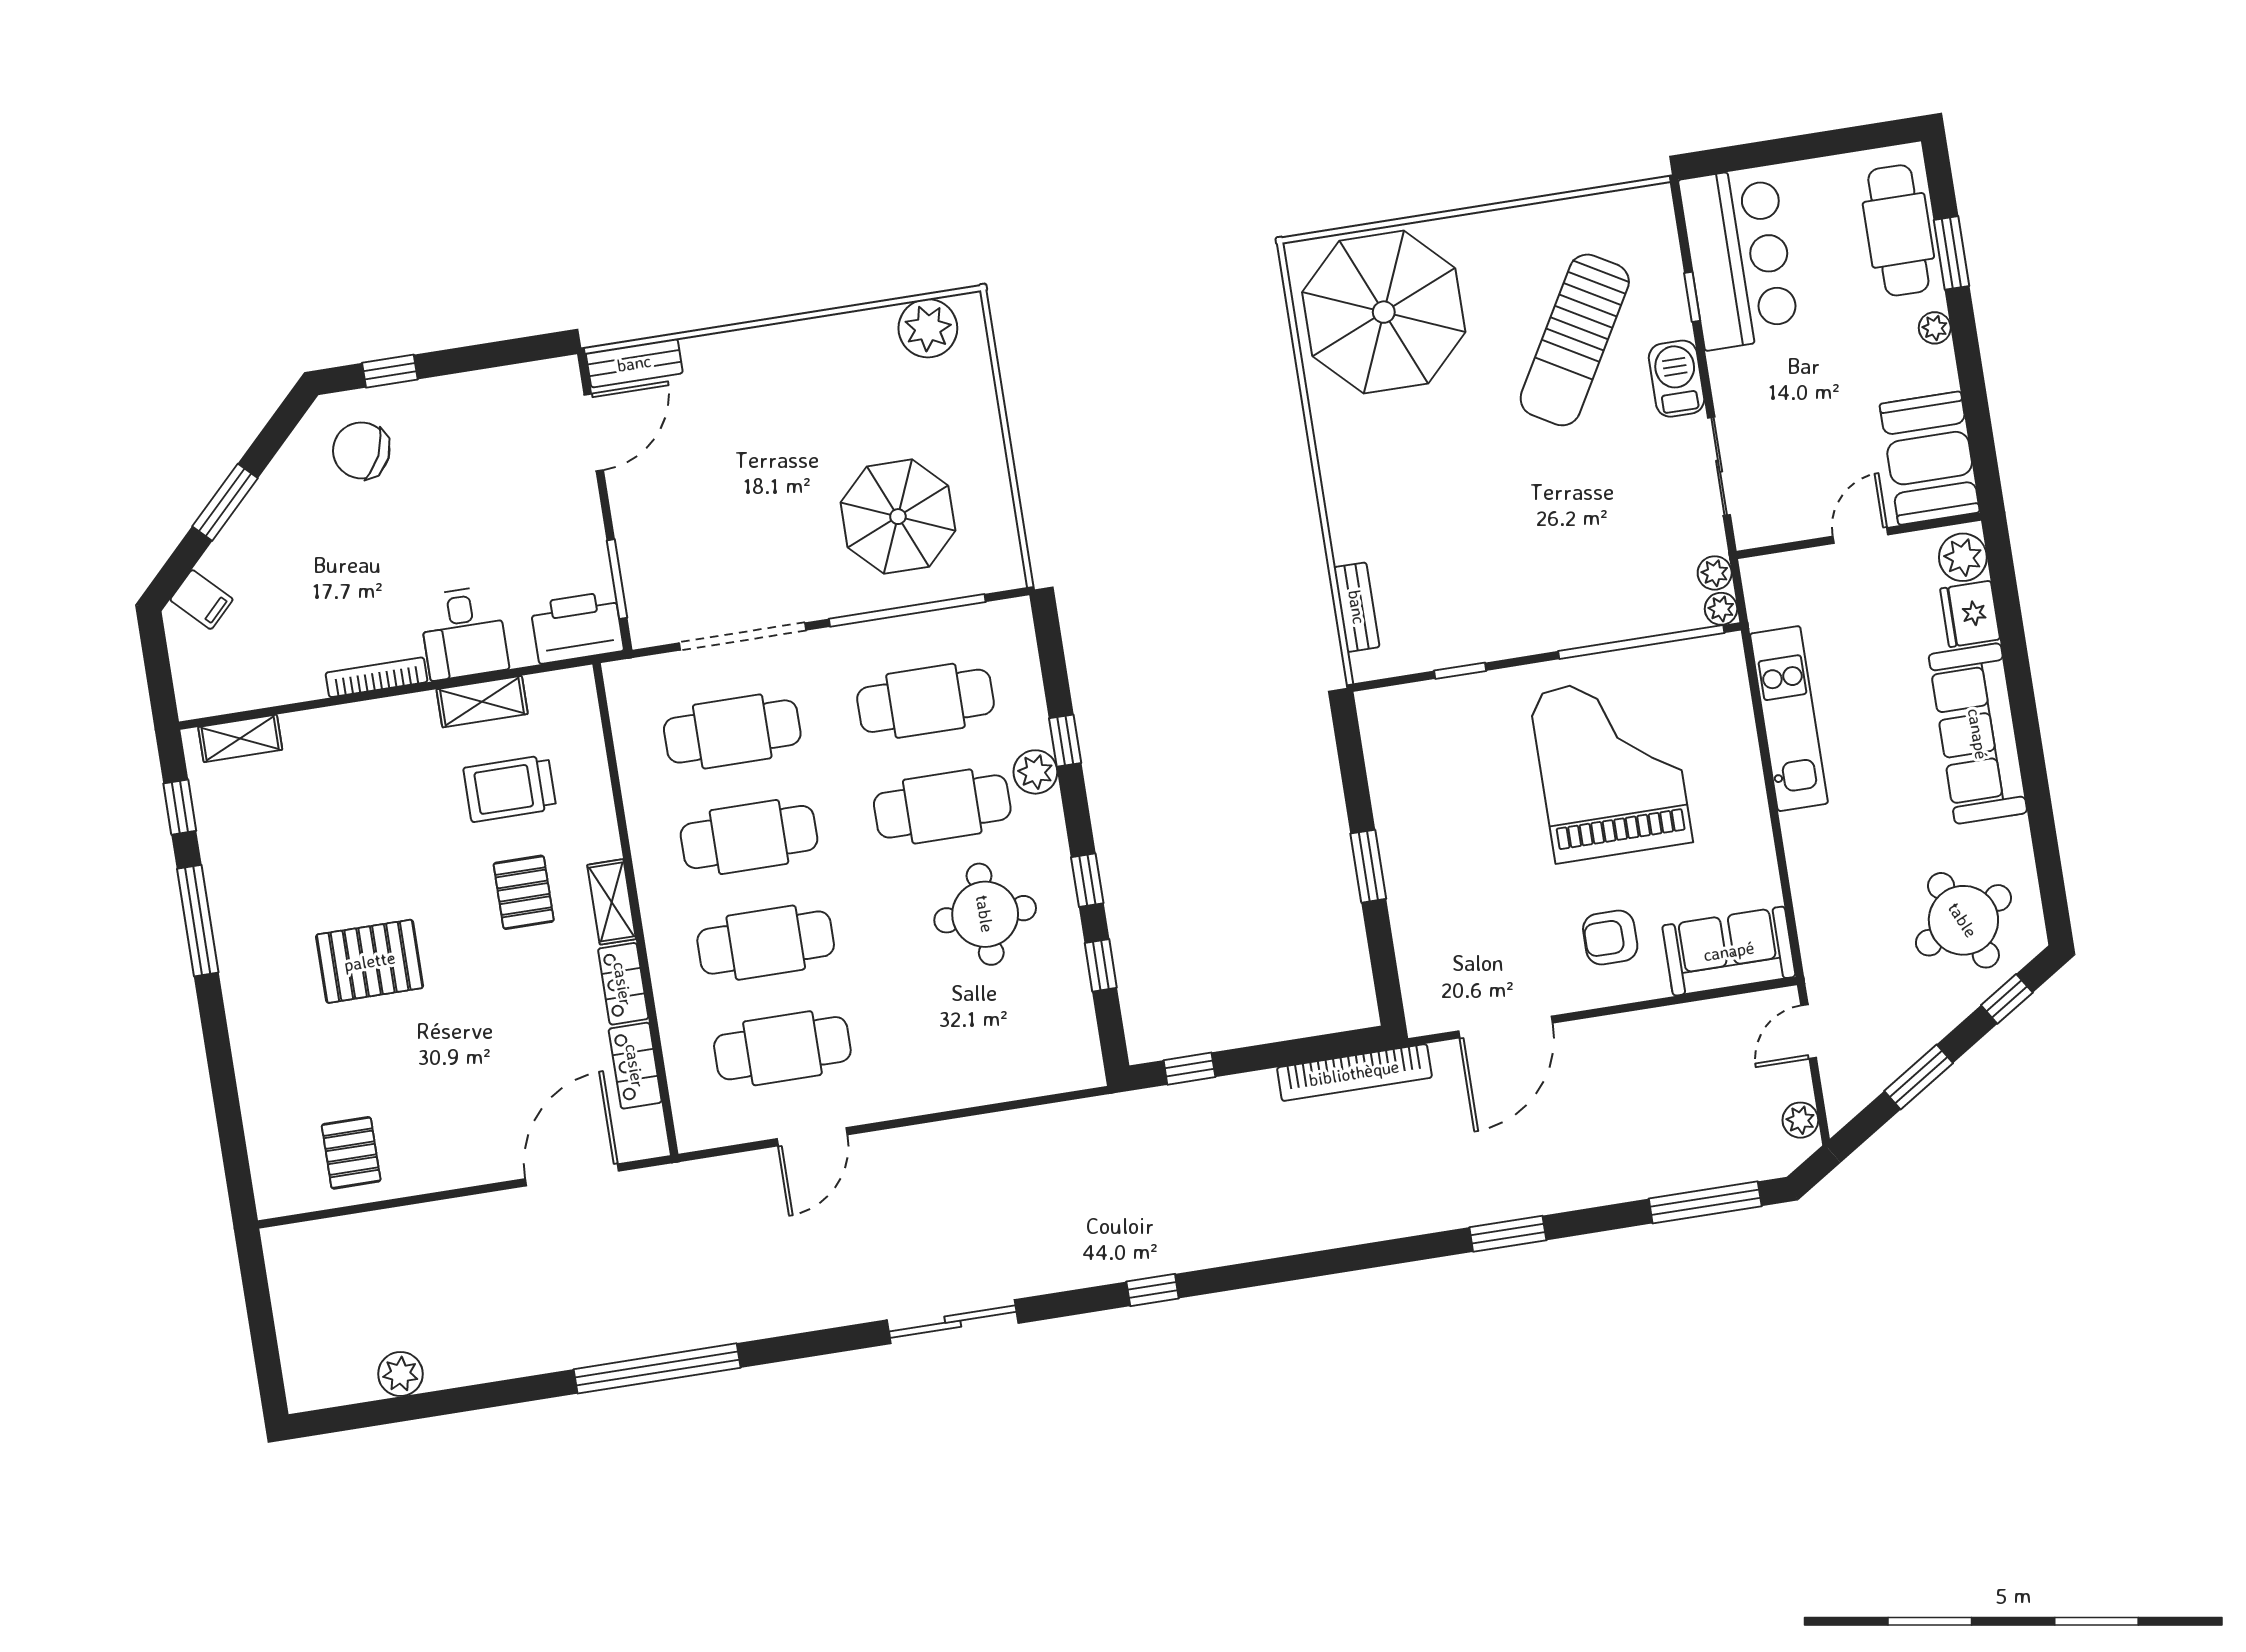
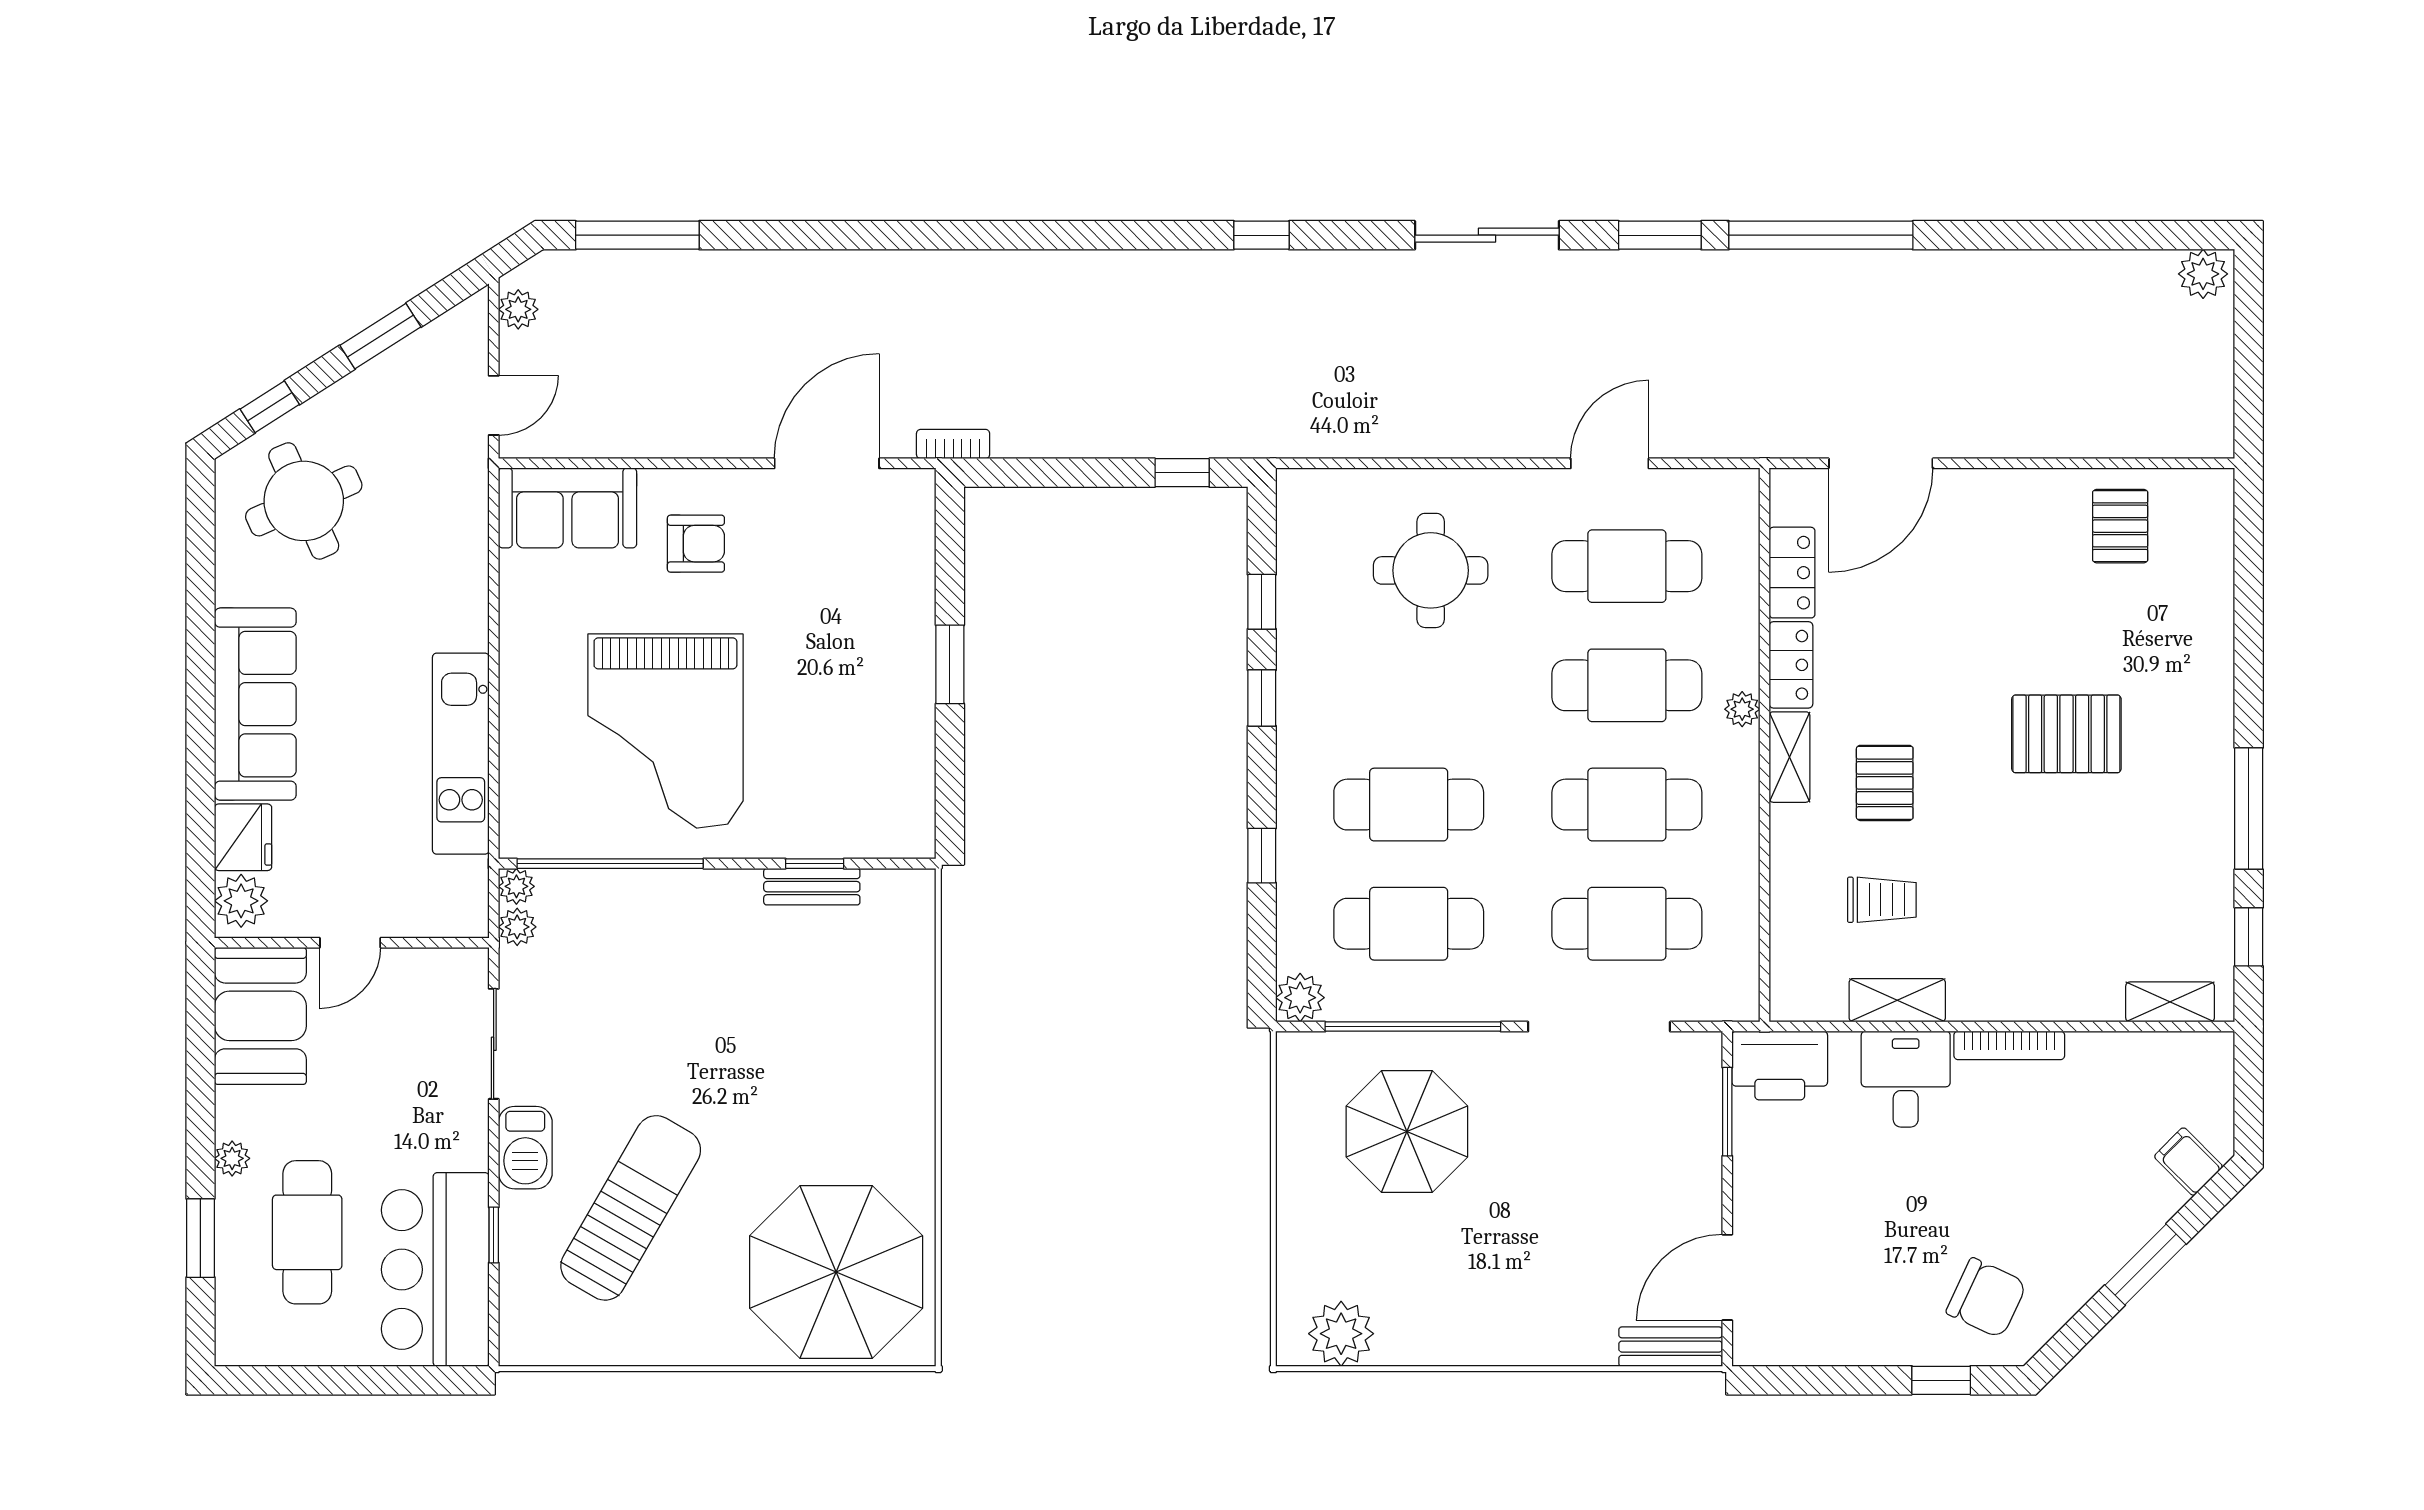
cafe table: (1898, 230) -> (307, 1232), moved
bench: (1357, 607) -> (812, 887), moved, turned 90
plant: (1035, 772) -> (1300, 998), moved
trolley: (510, 788) -> (1882, 900), width x0.73, depth x0.72
round table: (985, 914) -> (1431, 570), moved
plant: (660, 938) -> (1742, 709), added
bookcase: (1354, 1073) -> (953, 444), width x0.43, depth x0.76
window: (1508, 1234) -> (1660, 235), moved
plant: (400, 1374) -> (2203, 274), moved

